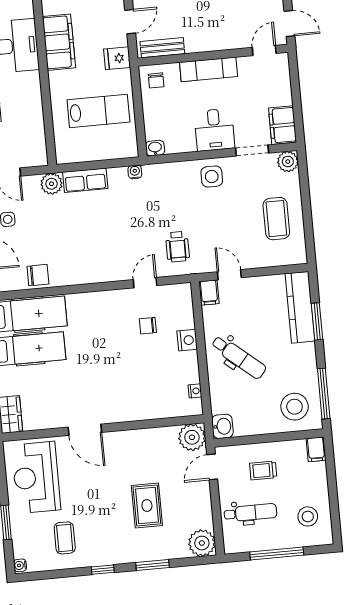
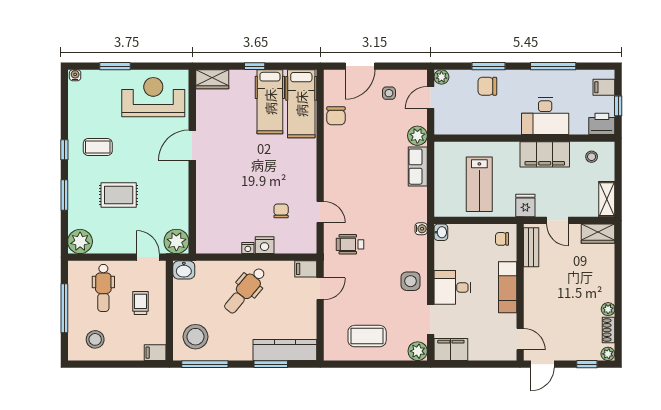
water cooler: (135, 172) -> (421, 229), moved
nightstand: (195, 391) -> (248, 248), moved
coffee table: (65, 538) -> (98, 147), moved

